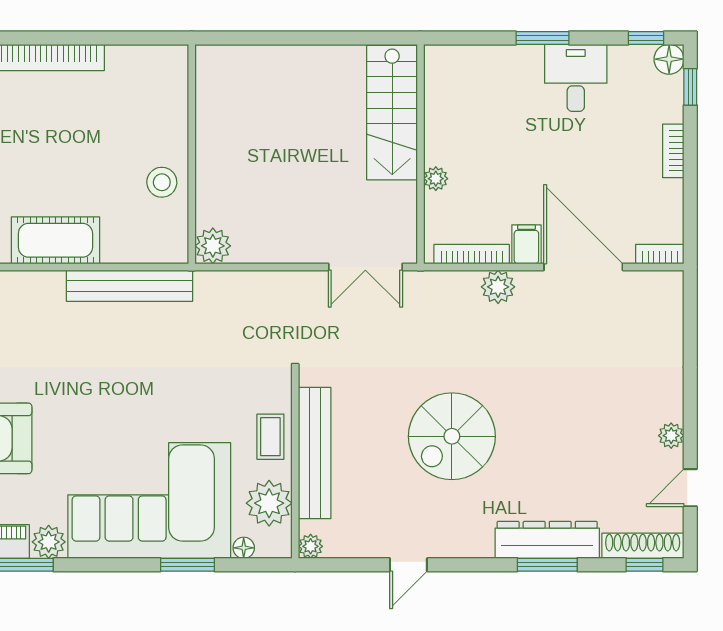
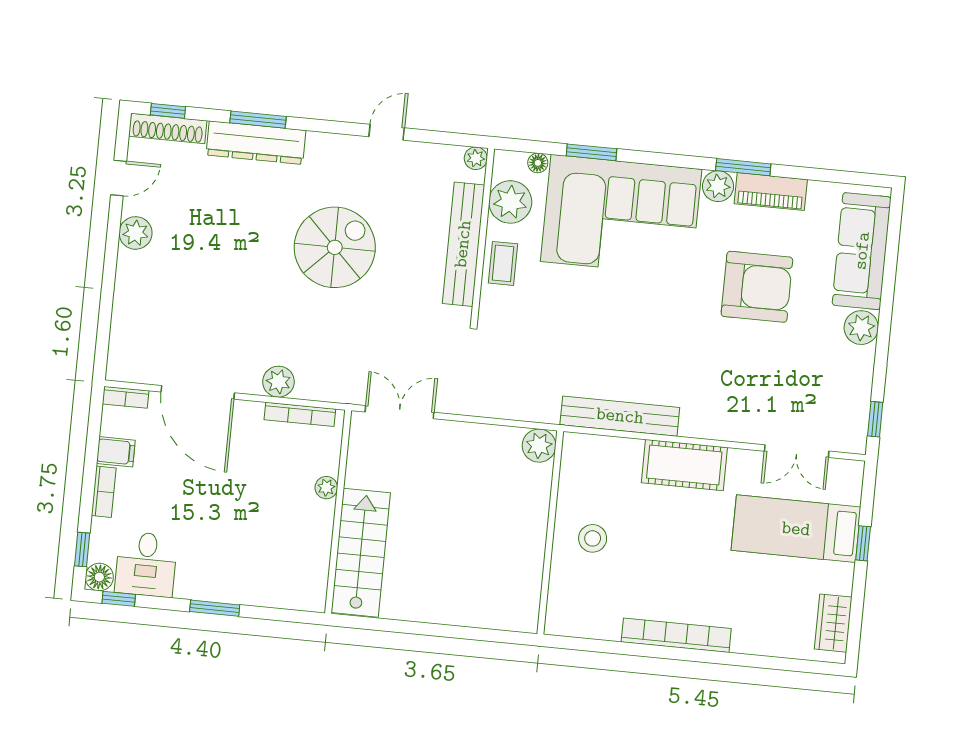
desk: (576, 78) -> (146, 564), moved
stool: (162, 182) -> (593, 538), moved
filing cabinet: (526, 244) -> (116, 452), moved, turned -90
plant: (671, 436) -> (136, 233), width x1.38, depth x1.38

